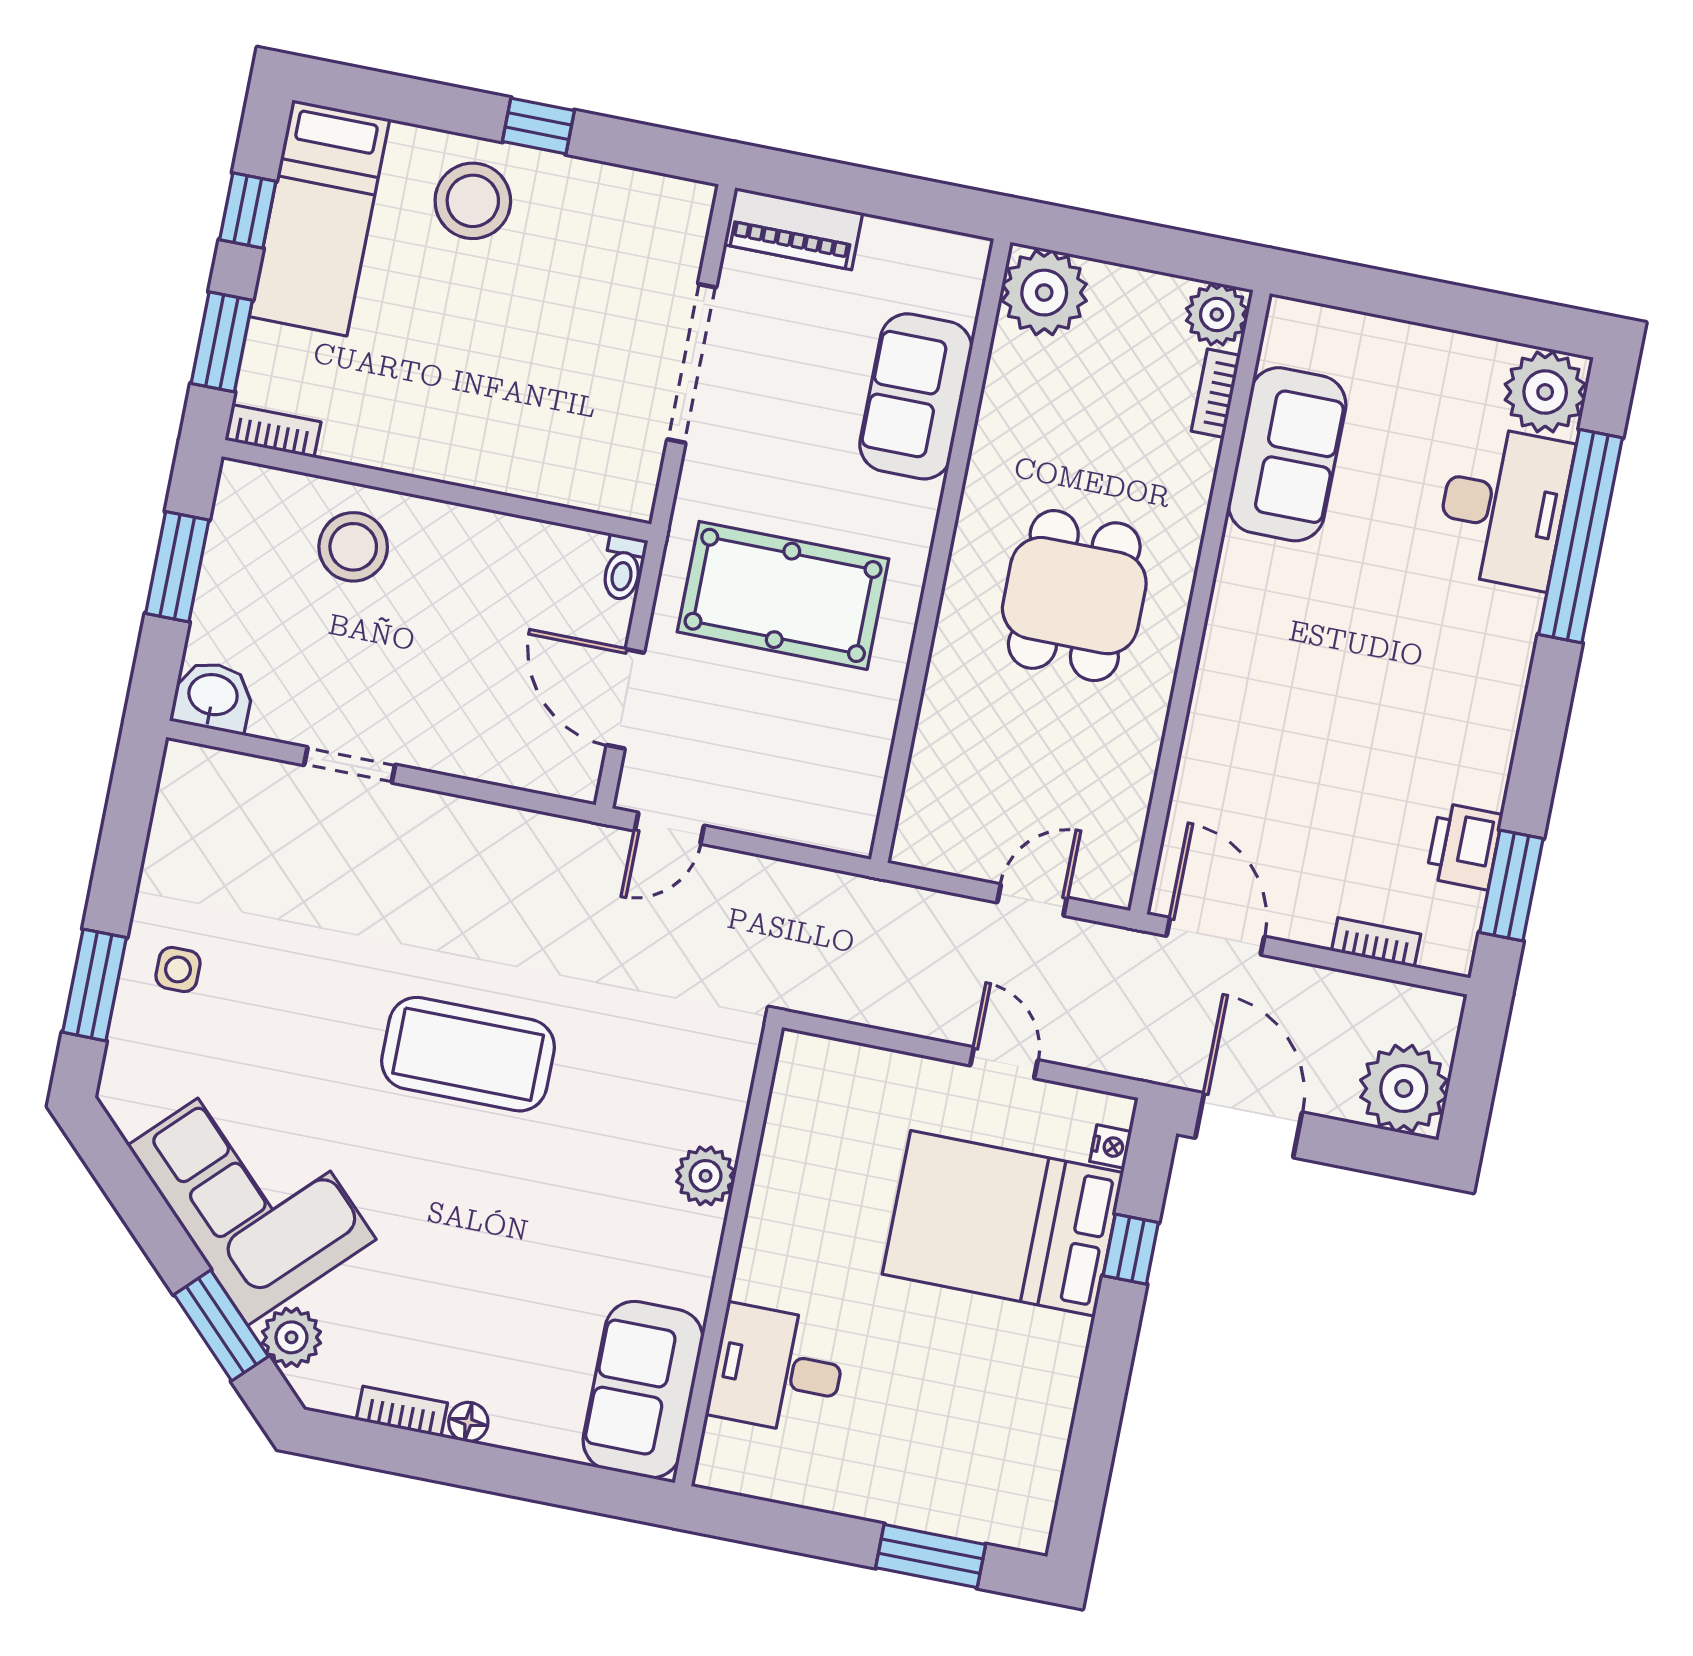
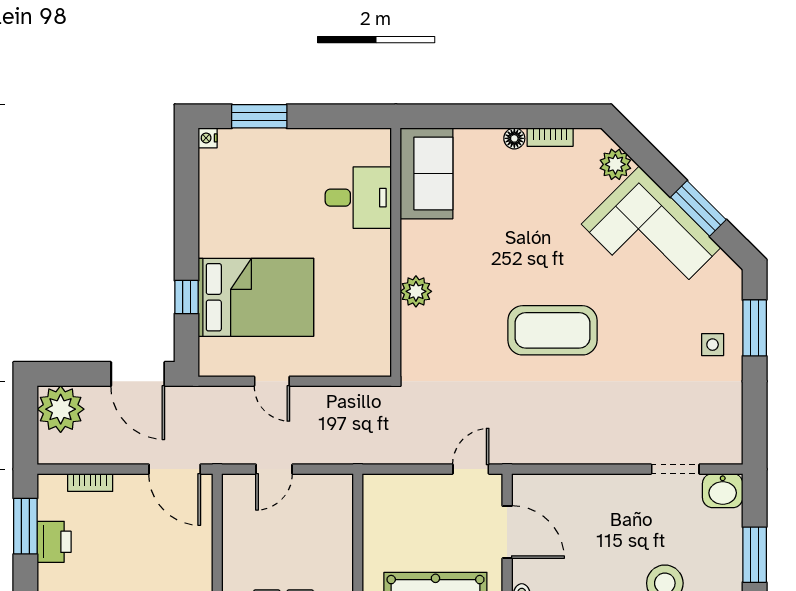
doorway: (350, 765) -> (675, 469), moved
nightstand: (1111, 1147) -> (208, 138), moved
window: (221, 1325) -> (698, 208), moved

